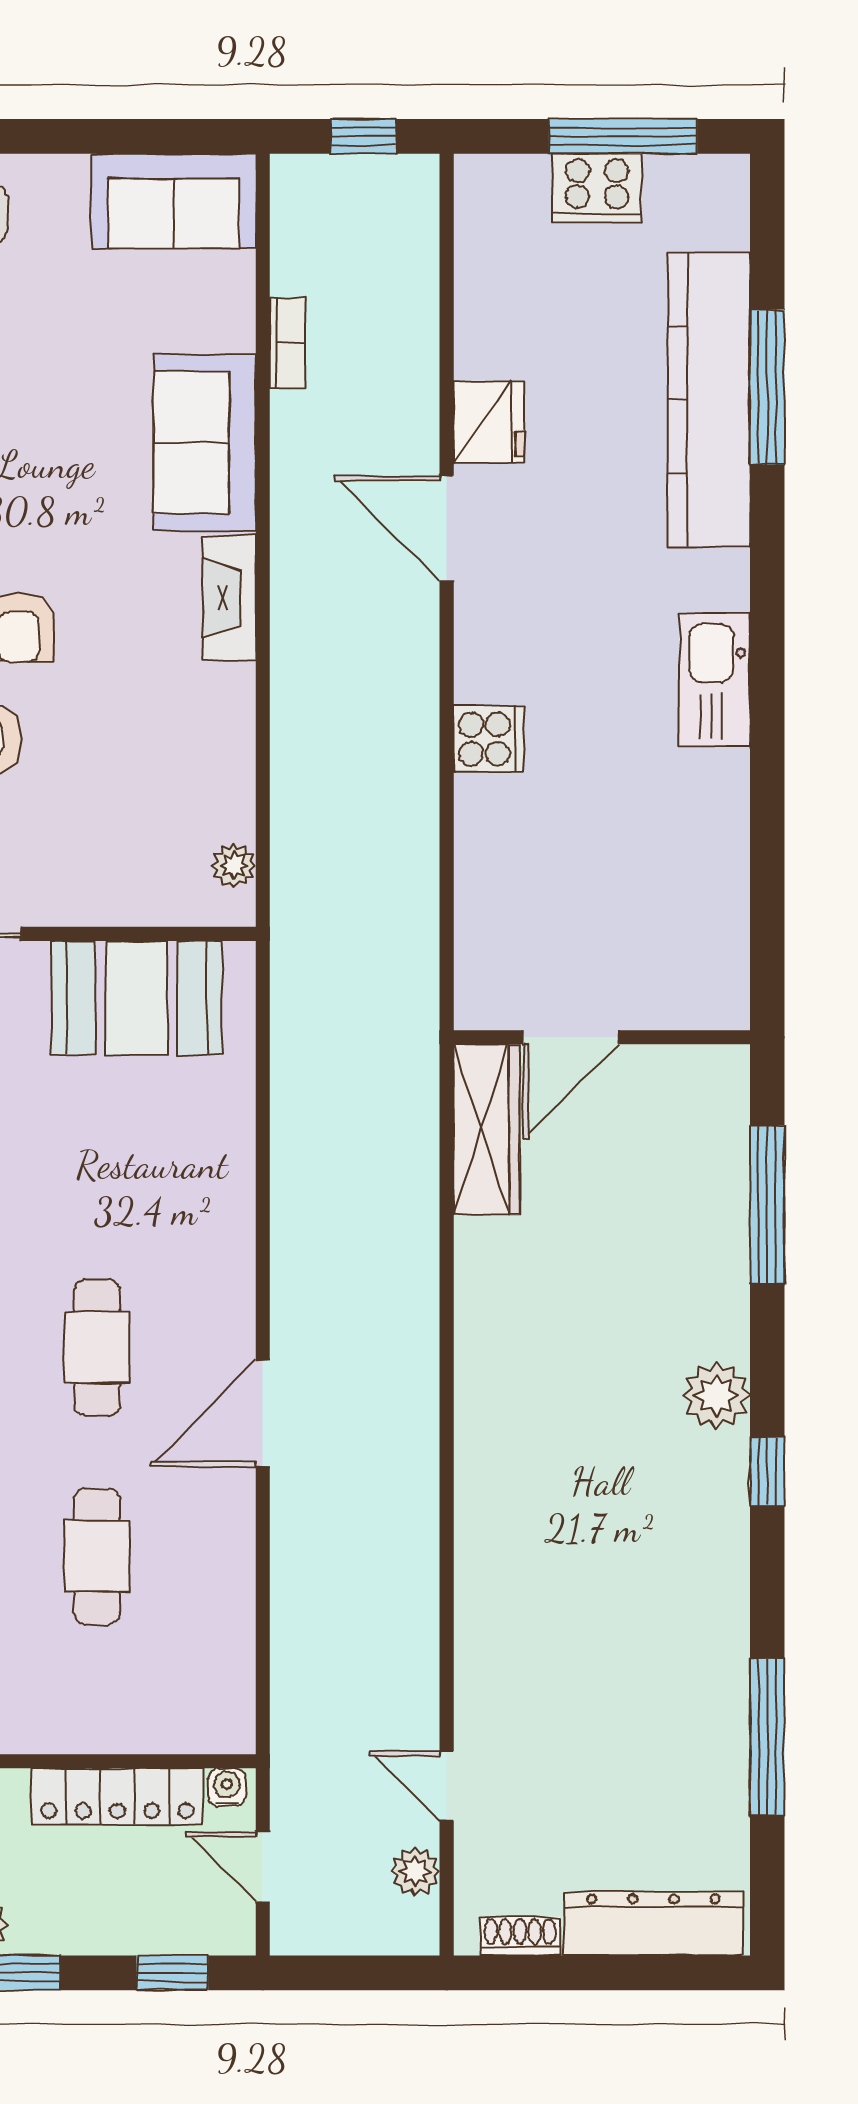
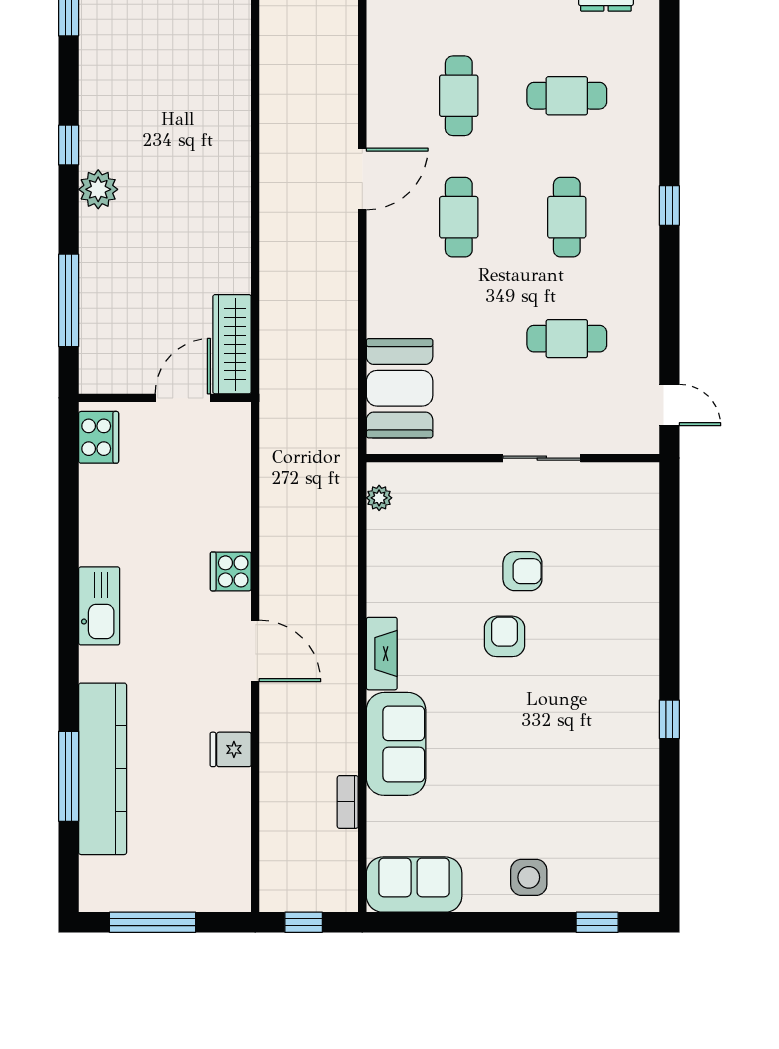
cooker: (597, 188) -> (99, 437), moved, turned 90
fridge: (489, 422) -> (231, 749), width x0.72
door: (447, 528) -> (255, 651), moved
booth: (136, 998) -> (400, 388), moved, turned 90

